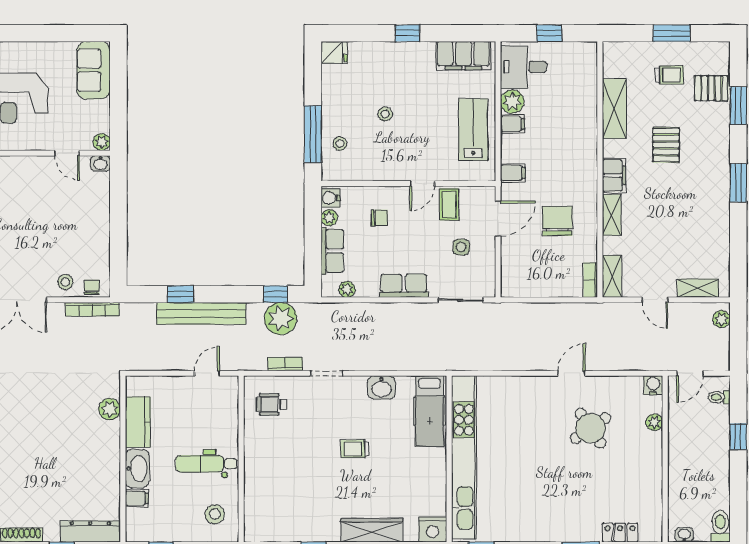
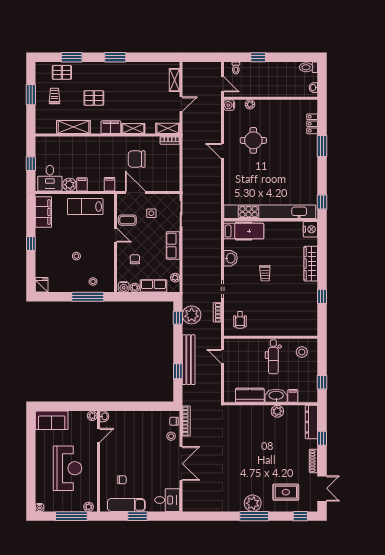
pallet: (711, 88) -> (62, 72), turned 90
plant: (721, 319) -> (192, 67), removed
plant: (110, 409) -> (277, 411), moved
round table: (591, 428) -> (253, 140), turned 34

